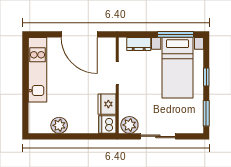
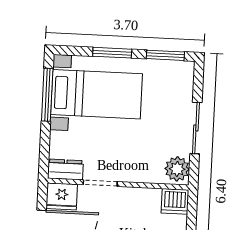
dresser: (139, 44) -> (65, 169), moved, turned -90
window: (206, 77) -> (112, 53), width x1.50
fridge: (107, 104) -> (62, 196), moved

